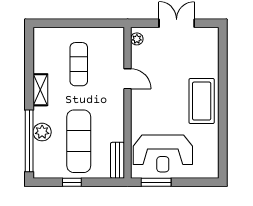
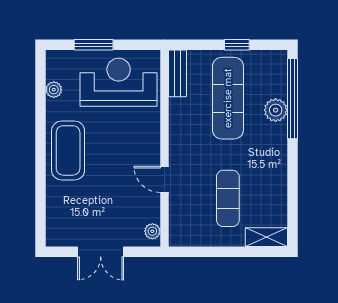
shelving: (40, 90) -> (266, 237), moved, turned 90
plant: (213, 148) -> (54, 90), added
window: (156, 182) -> (94, 45), moved

